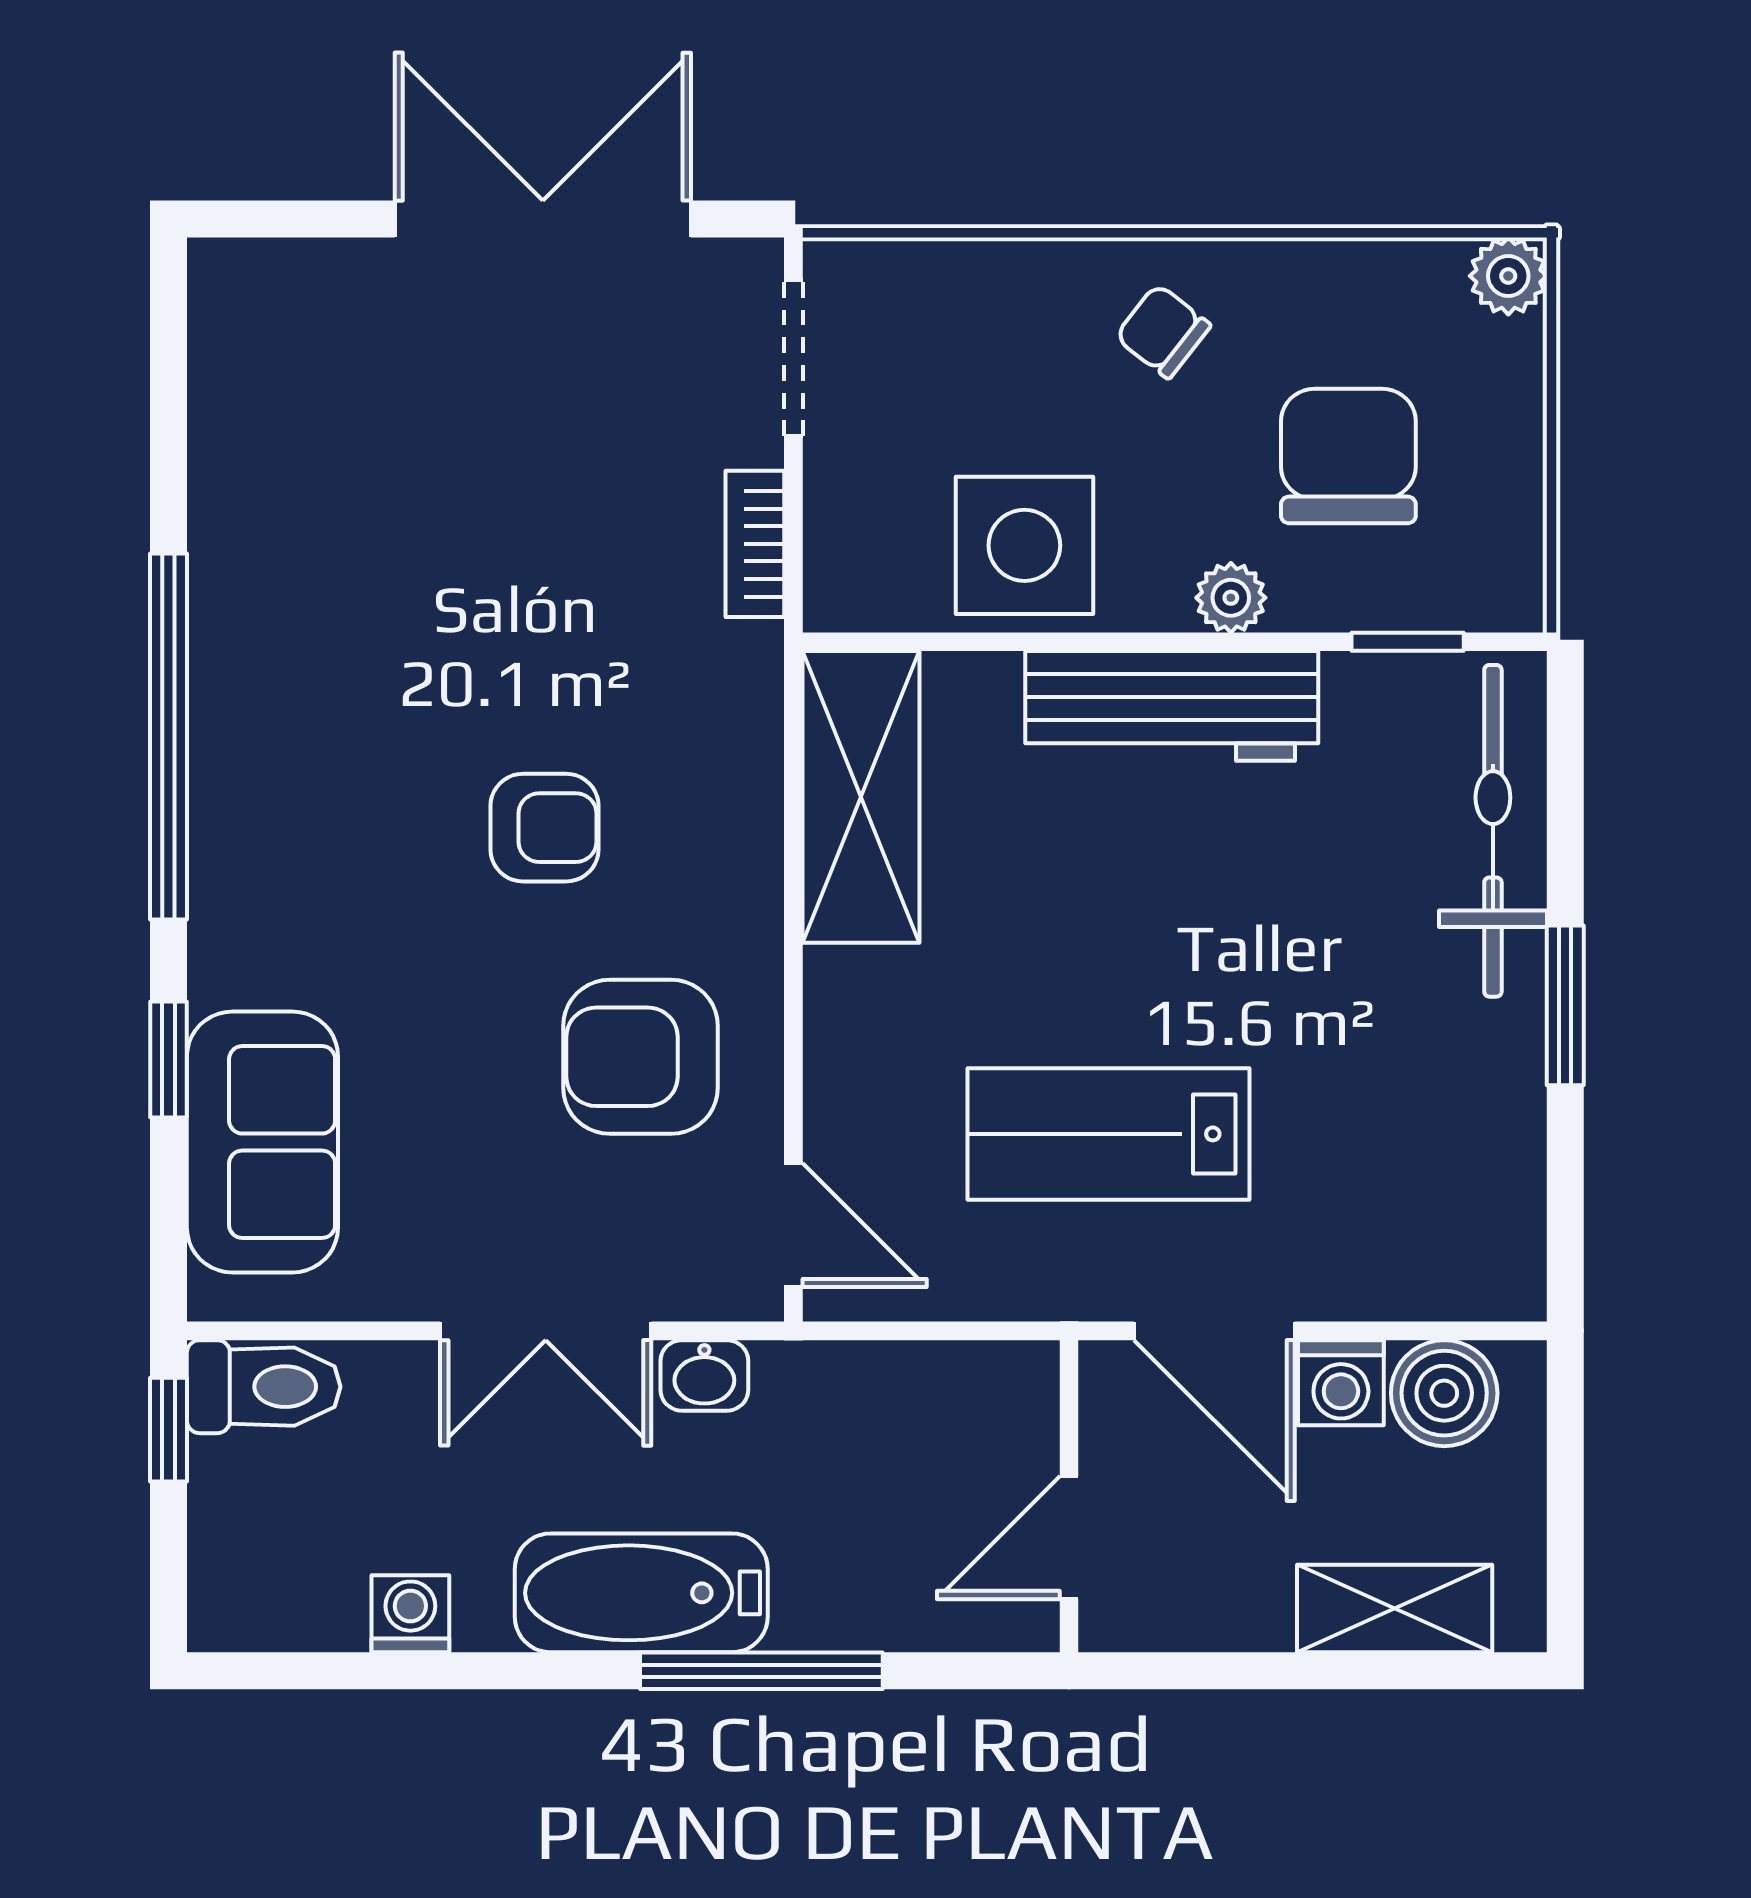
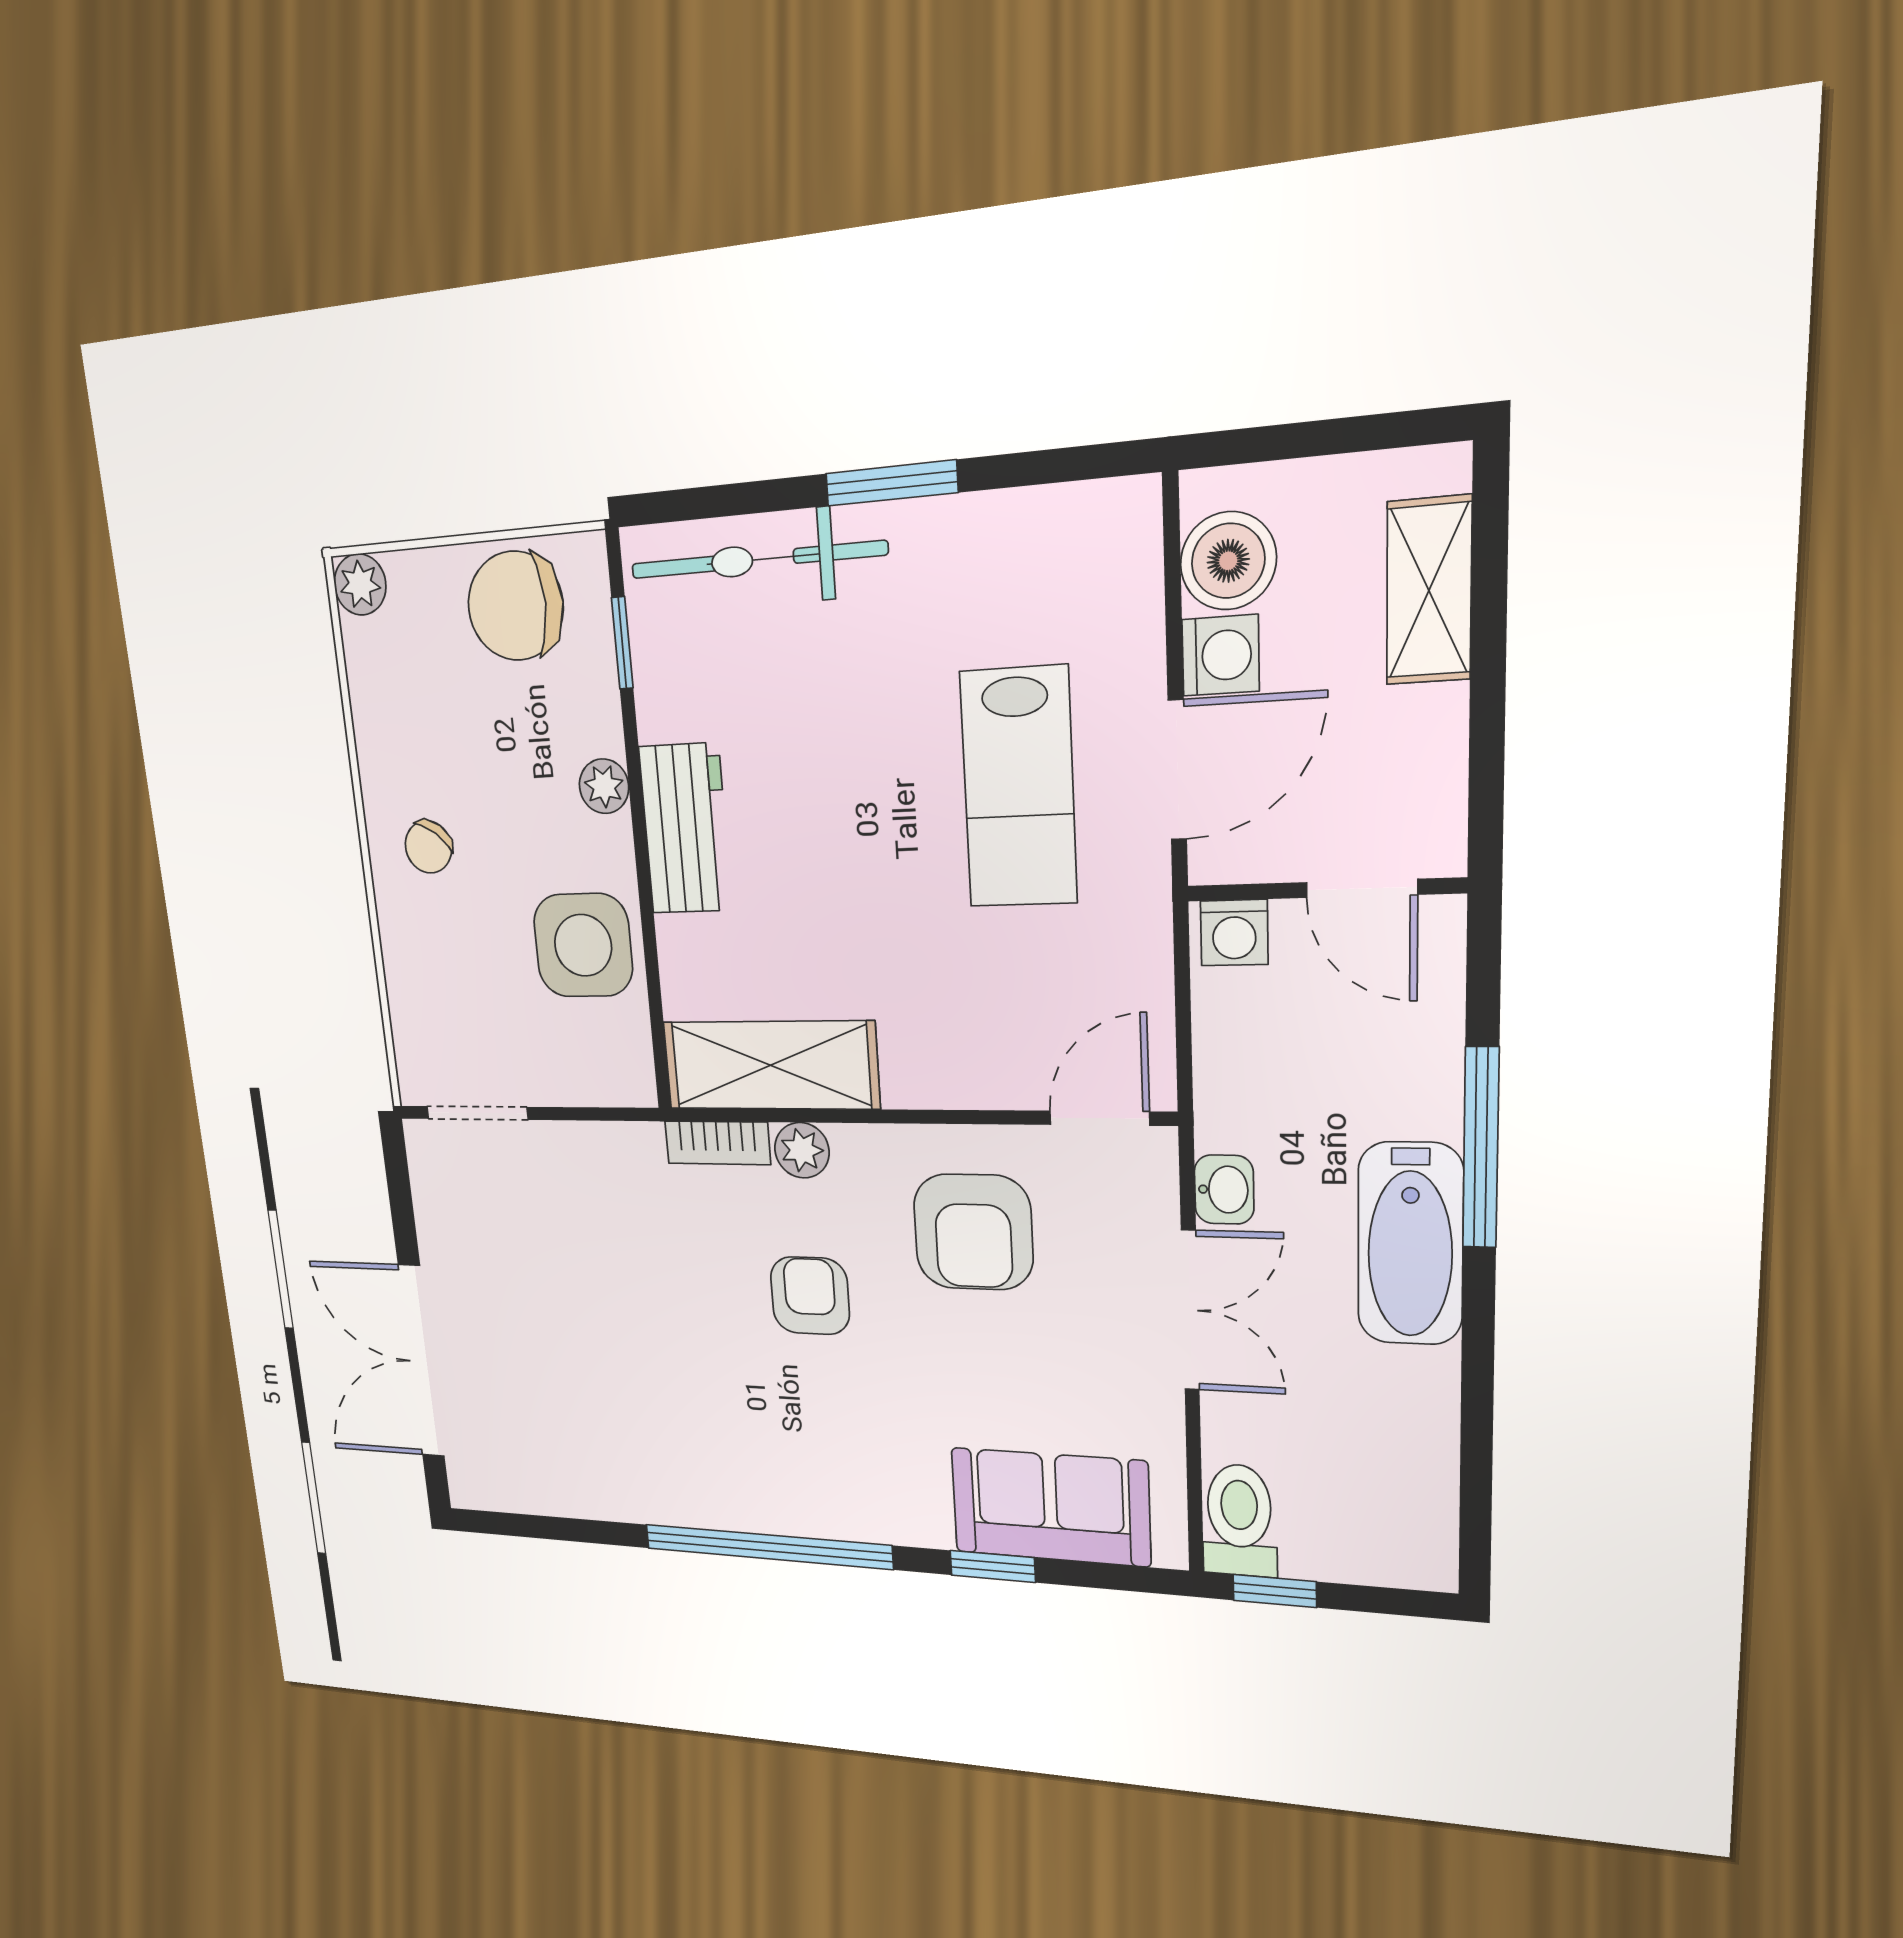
double door: (543, 219) -> (421, 1361), moved
chair: (1348, 456) -> (516, 606), moved
bookcase: (755, 544) -> (718, 1143), moved
workbench: (1172, 706) -> (685, 829), width x0.73
plant: (747, 831) -> (802, 1150), added
lab bench: (1109, 1134) -> (1019, 788), moved
washing machine: (410, 1614) -> (1234, 933), moved, turned -90

